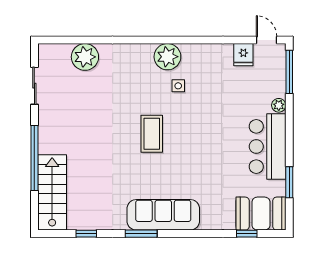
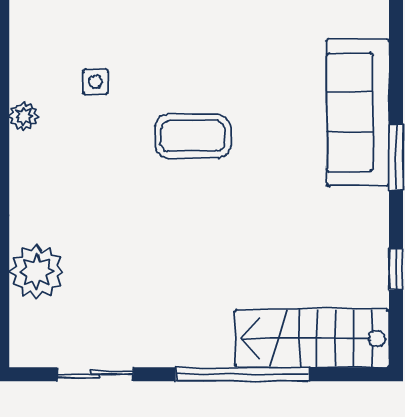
plant: (167, 57) -> (24, 116), width x0.53, depth x0.53

